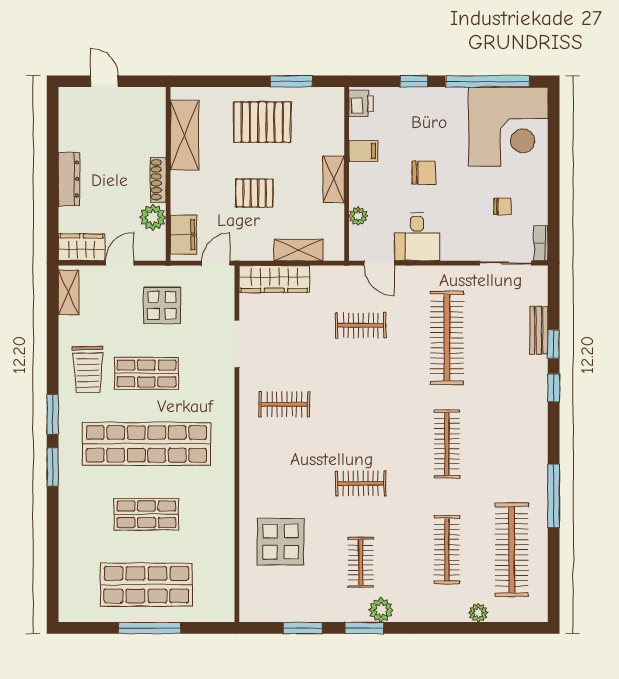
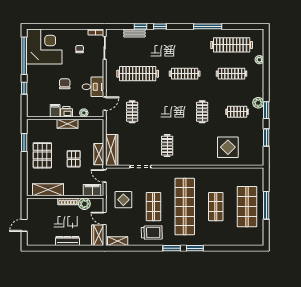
printer: (361, 103) -> (66, 112), moved
shelving: (299, 250) -> (99, 154), moved

